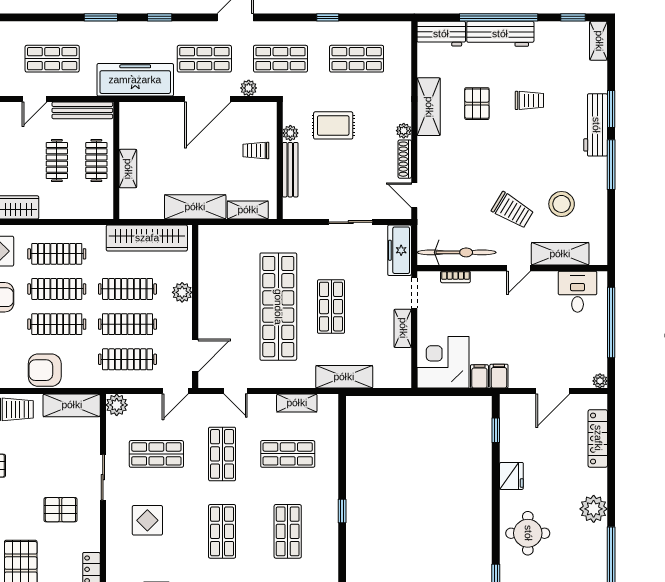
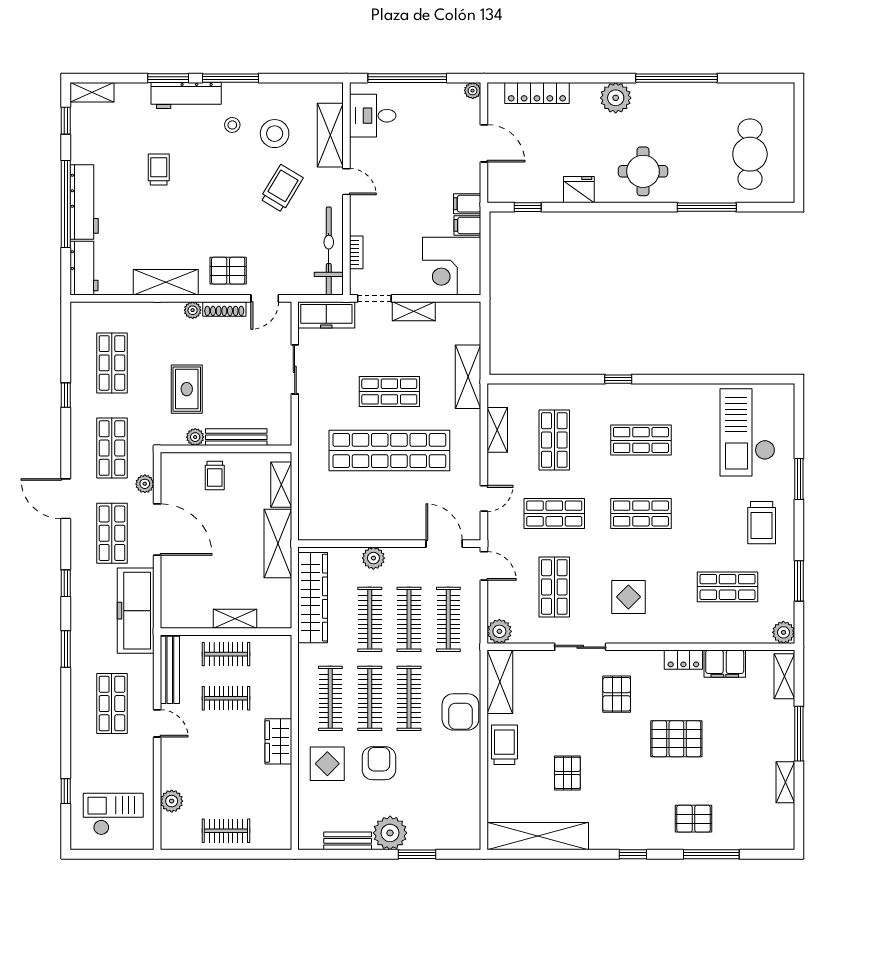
pallet: (477, 104) -> (228, 271), moved
stool: (569, 166) -> (232, 125), added

